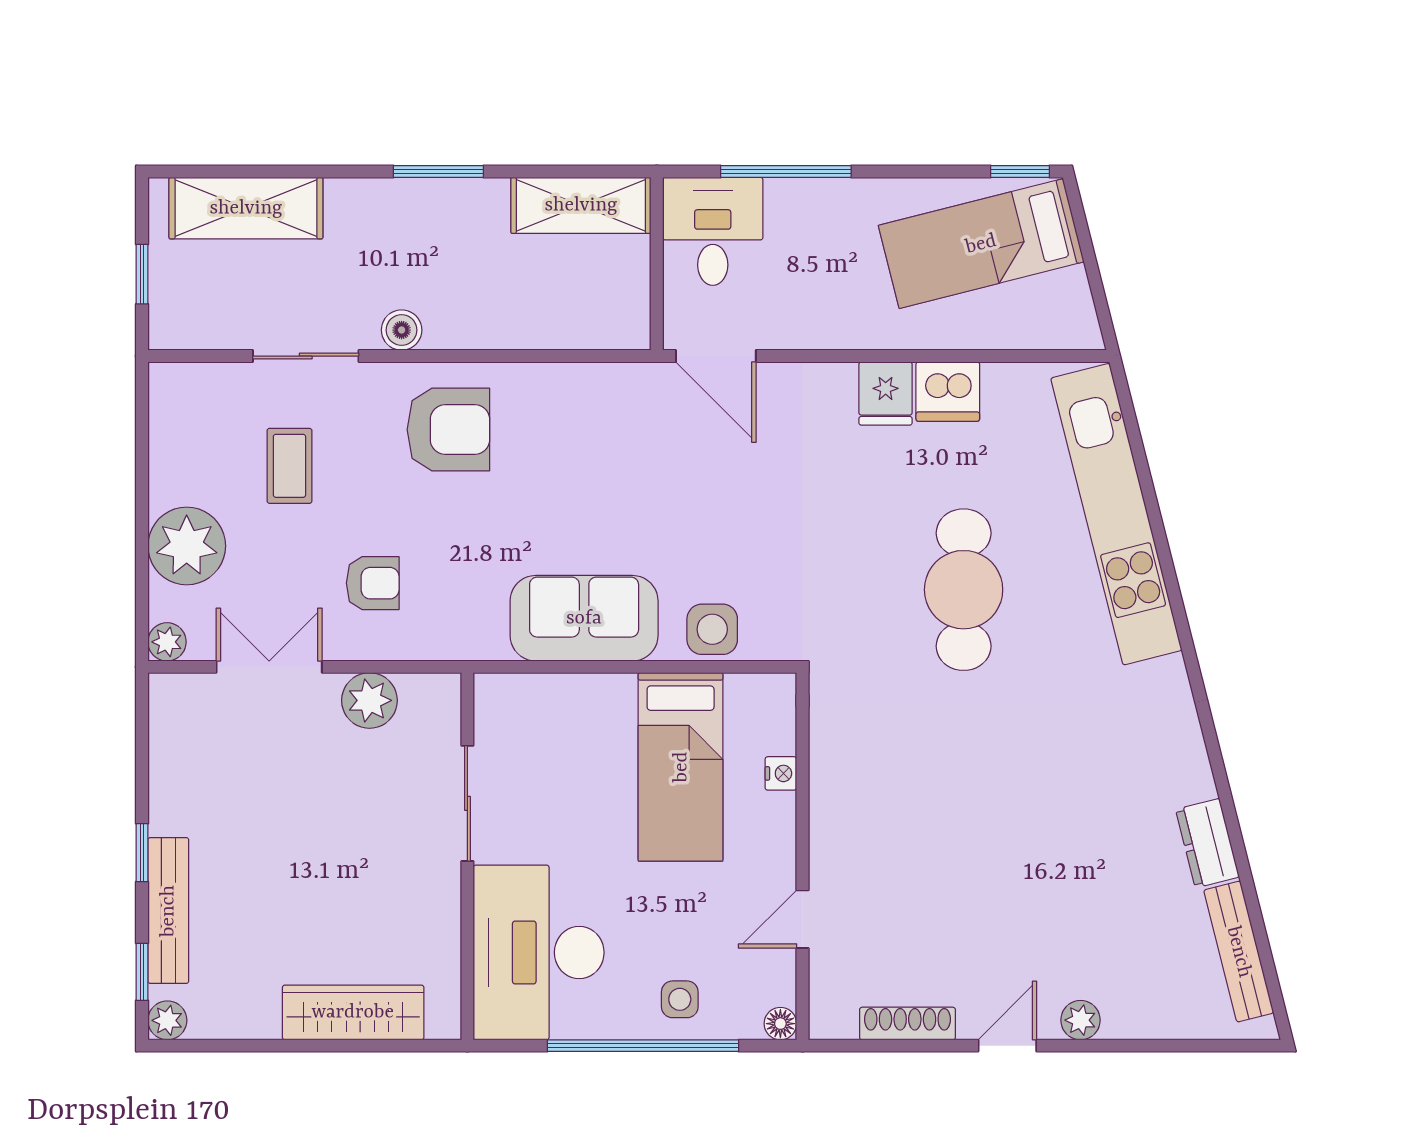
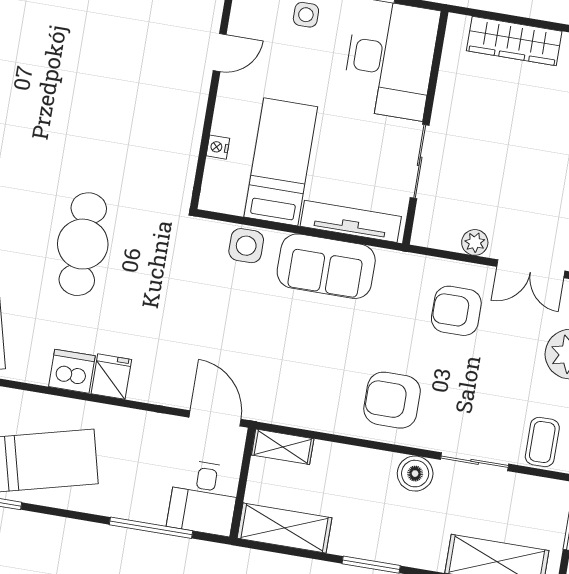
boiler: (402, 330) -> (415, 474), width x1.36, depth x1.36
shelving: (604, 330) -> (283, 447), added
coffee table: (289, 466) -> (542, 442), moved
armchair: (373, 583) -> (456, 311), width x1.38, depth x1.38
tv unit: (558, 693) -> (351, 221), added
plant: (369, 700) -> (475, 242), width x0.73, depth x0.73

